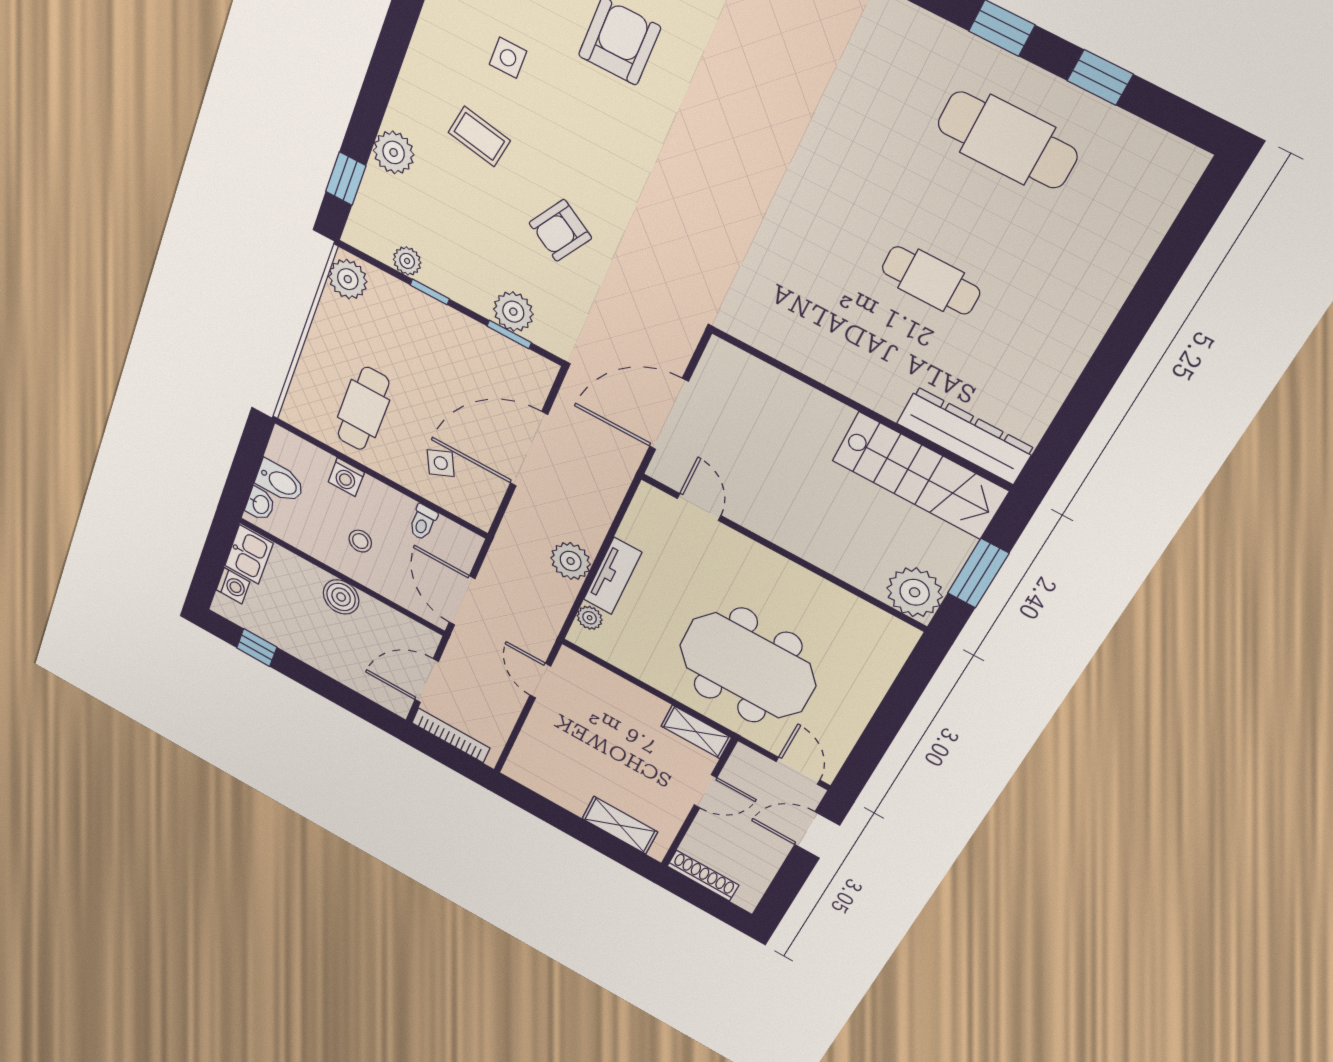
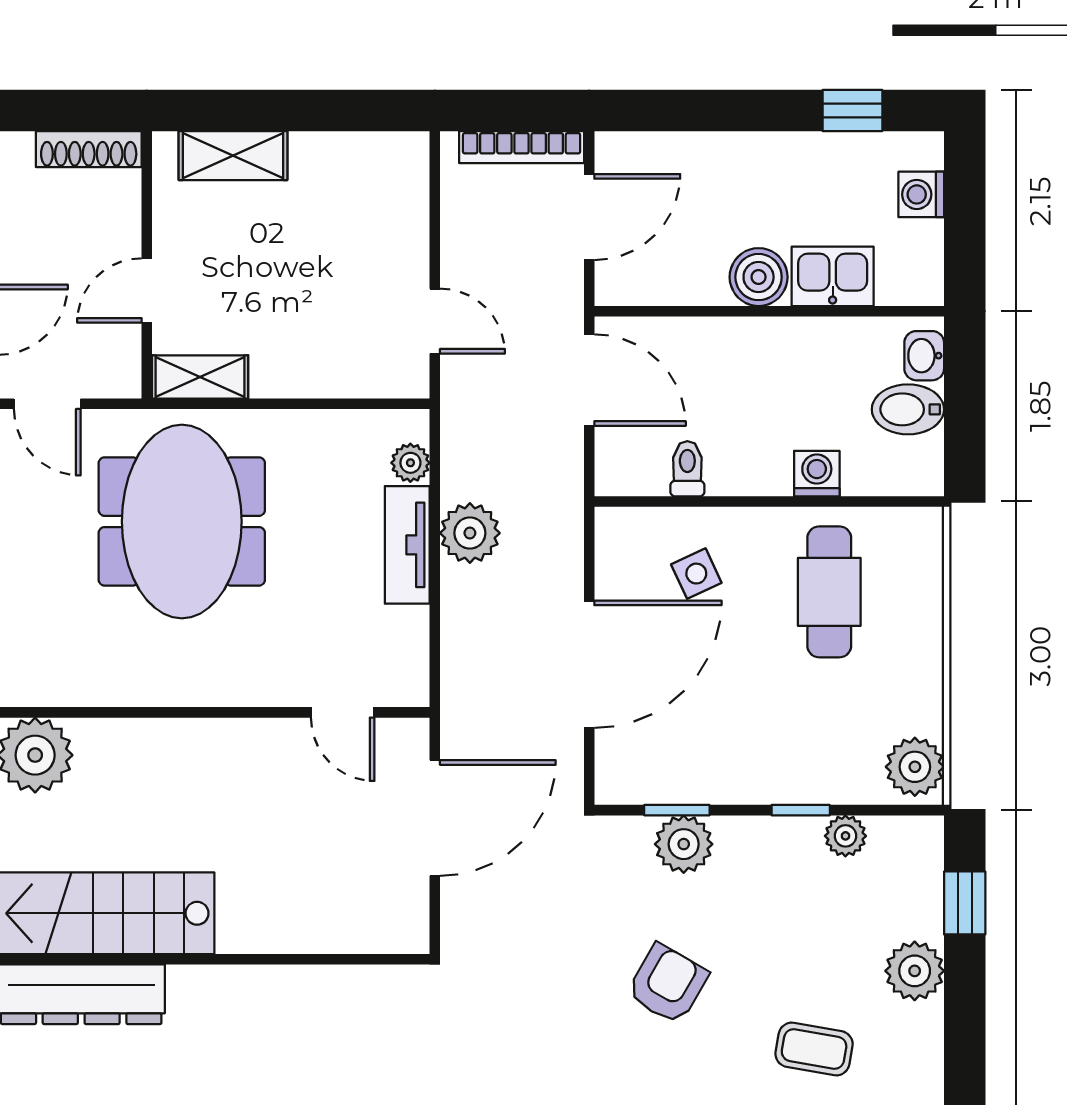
stool: (360, 541) -> (763, 385), removed
kitchen sink: (249, 555) -> (833, 276), moved, turned 90
meeting table: (747, 666) -> (182, 521), turned 90

